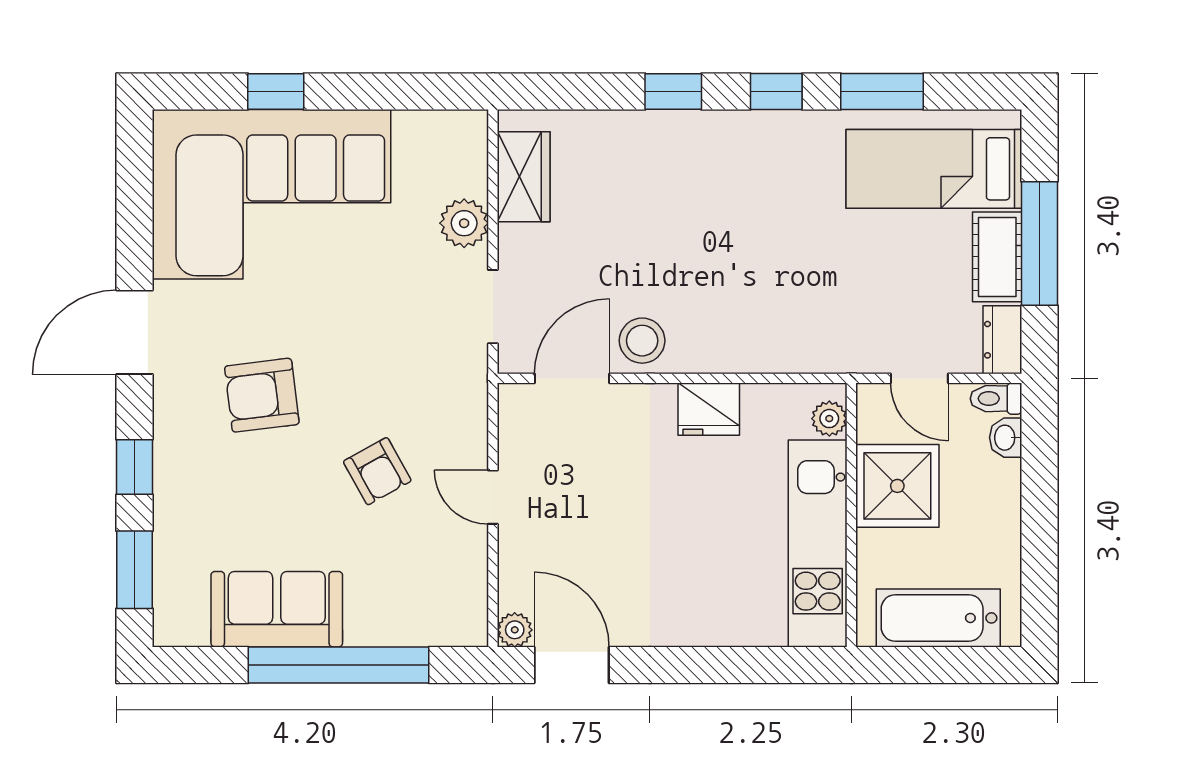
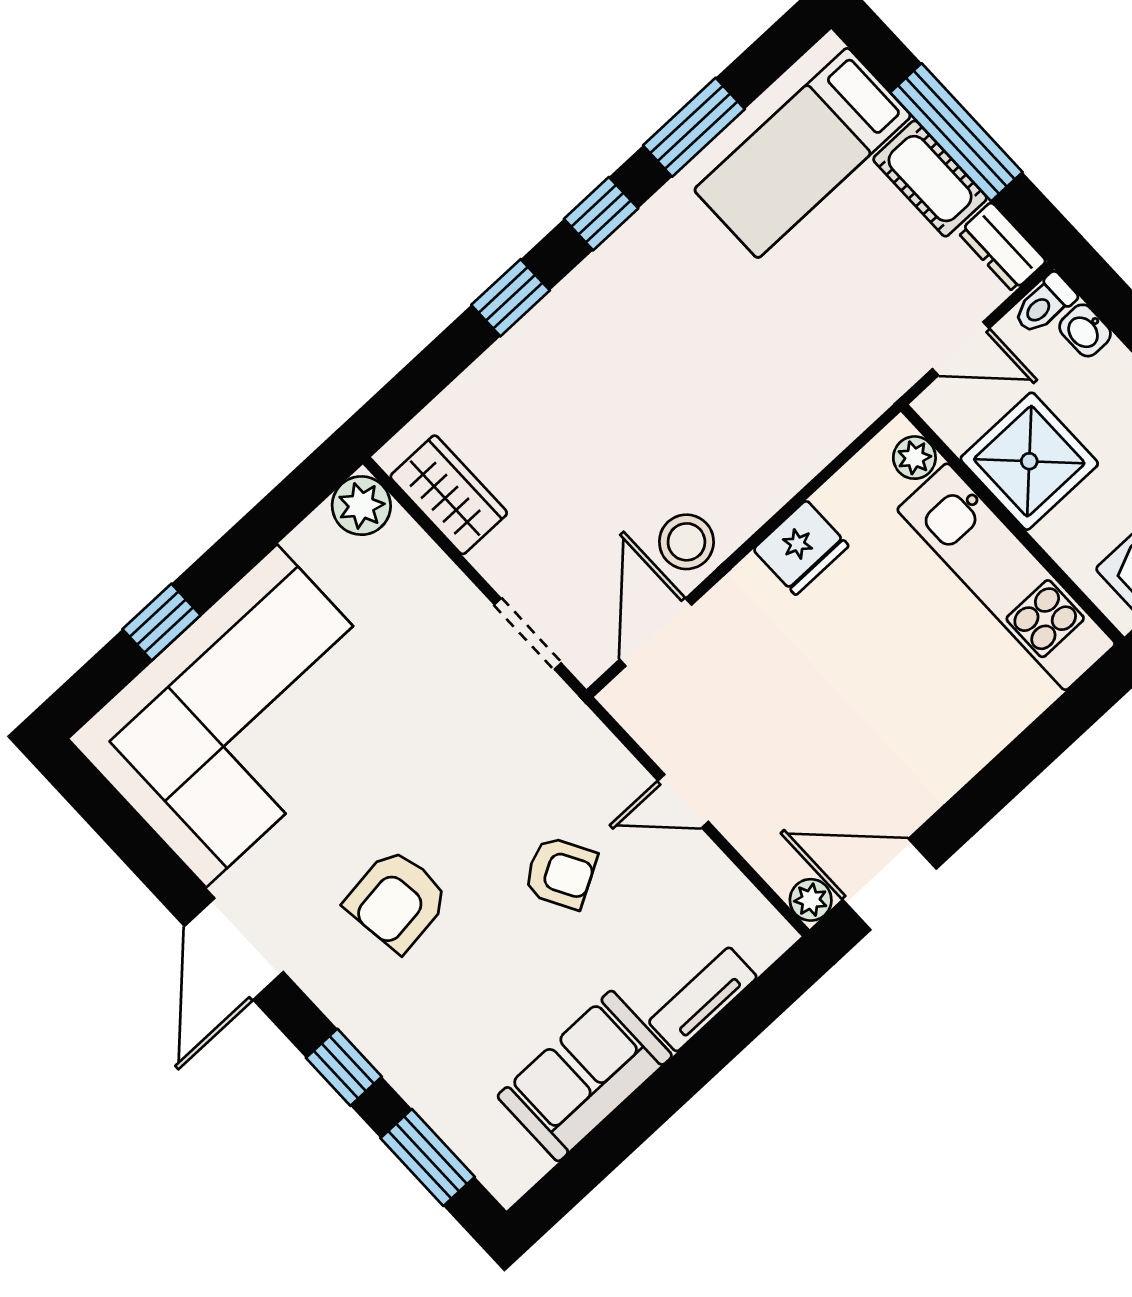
plant: (464, 223) -> (361, 506), moved
tv unit: (392, 629) -> (703, 999), added
window: (339, 665) -> (685, 1075), removed

